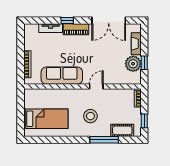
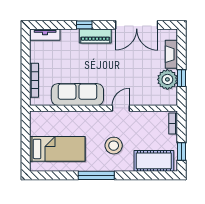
tv unit: (51, 28) -> (45, 35), moved
cot: (122, 130) -> (154, 161), width x1.37, depth x1.34
window: (104, 140) -> (96, 175), moved

